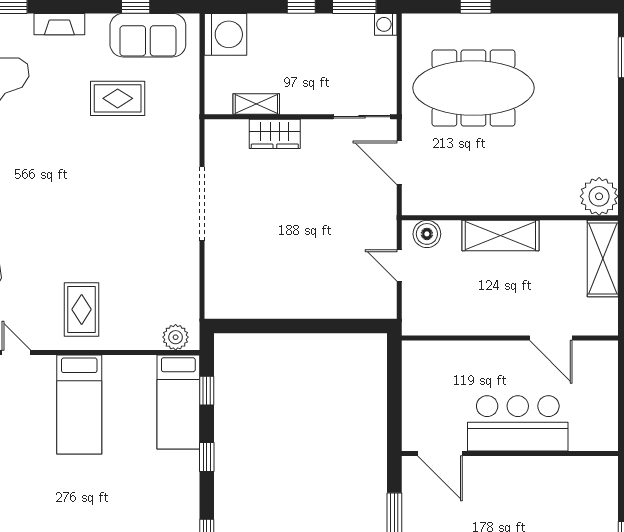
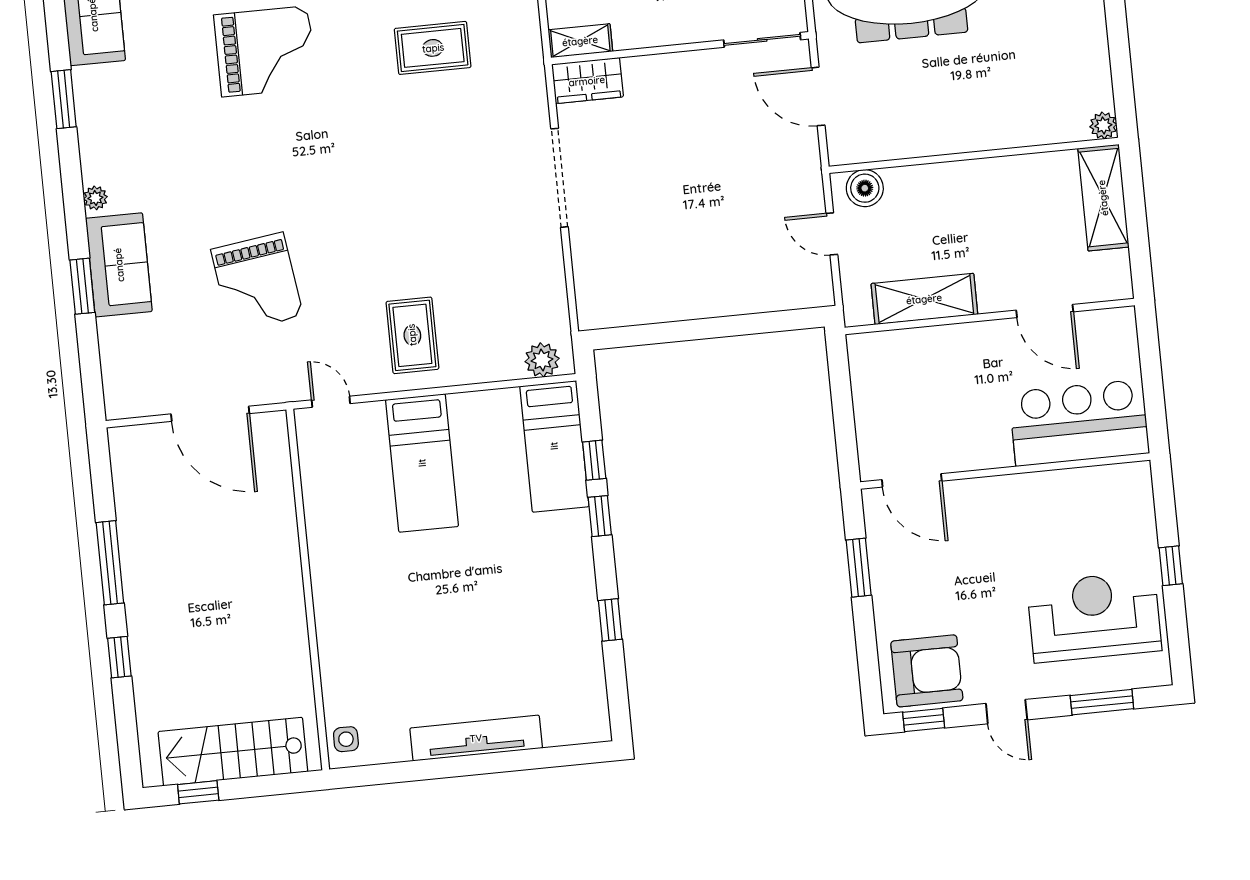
shelving: (256, 104) -> (580, 41), moved
wardrobe: (275, 134) -> (587, 81), moved
plant: (599, 196) -> (1103, 125), width x0.53, depth x0.53
shelving: (500, 236) -> (924, 299), moved
window: (207, 391) -> (594, 460), moved
bar counter: (518, 423) -> (1079, 423), moved

